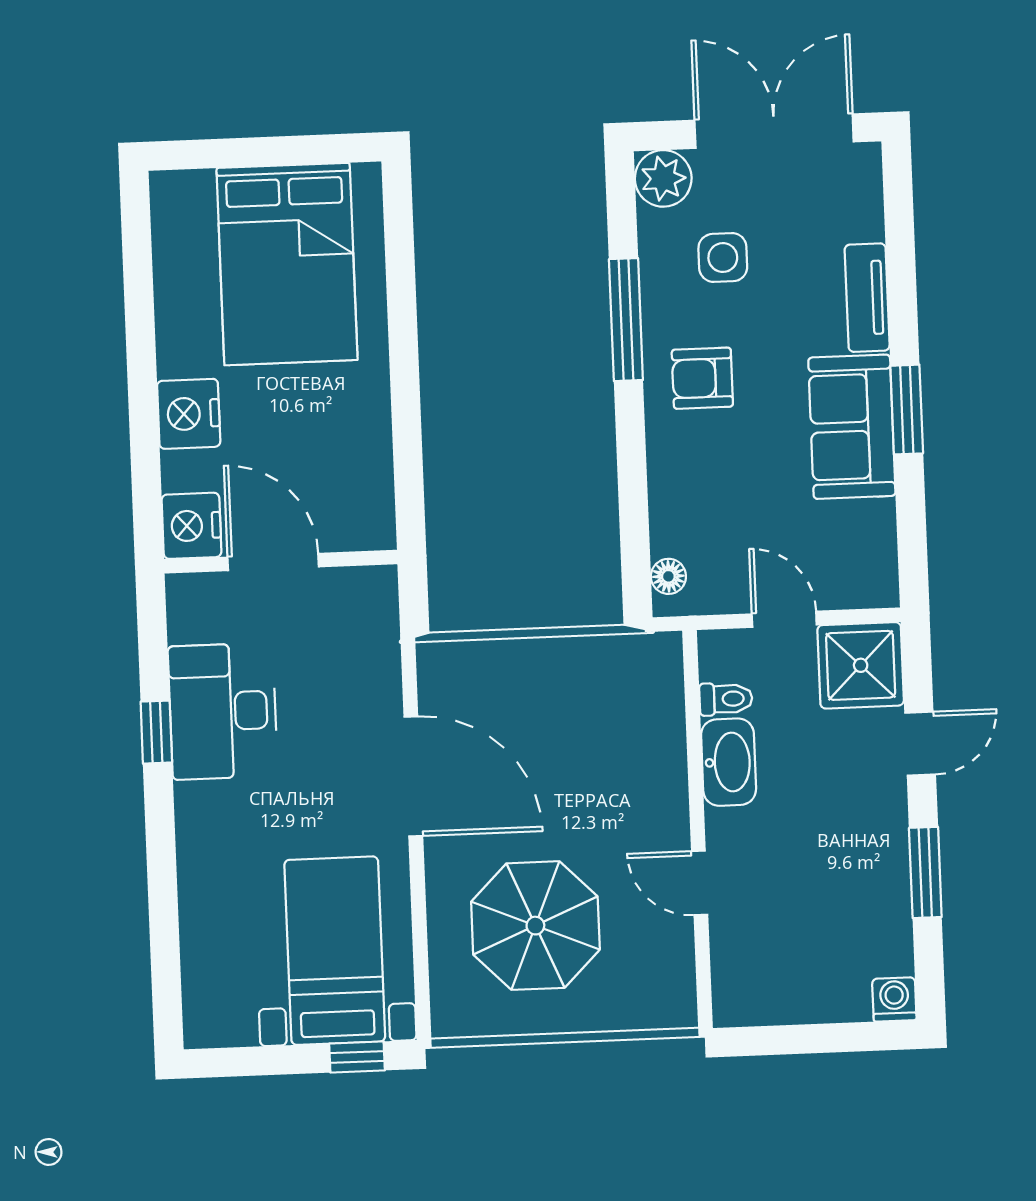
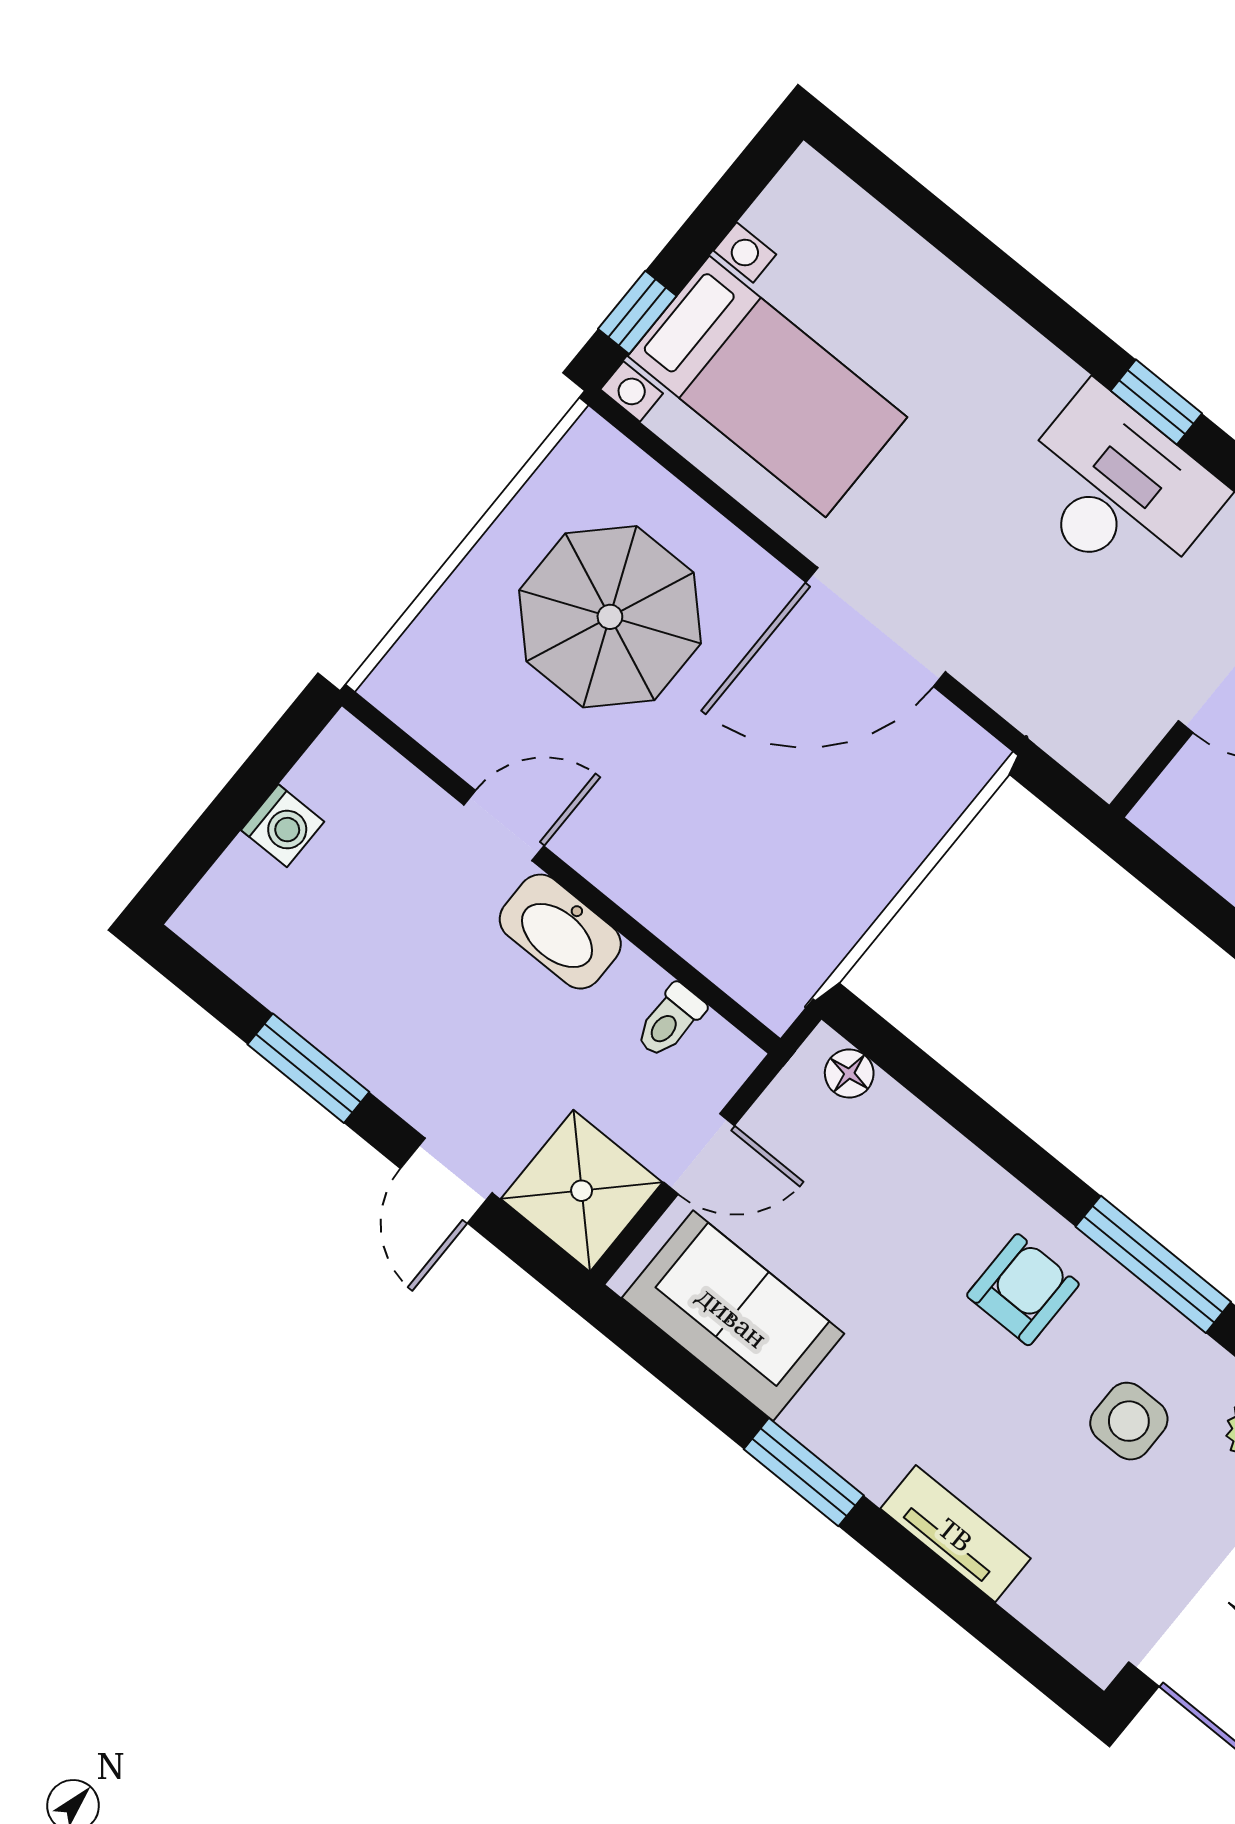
sofa: (852, 427) -> (733, 1316), moved
washbasin: (729, 762) -> (560, 932), moved
washing machine: (894, 999) -> (283, 826), moved

